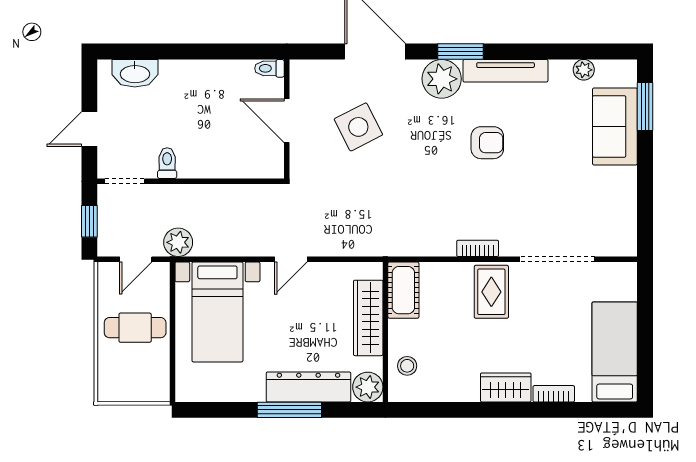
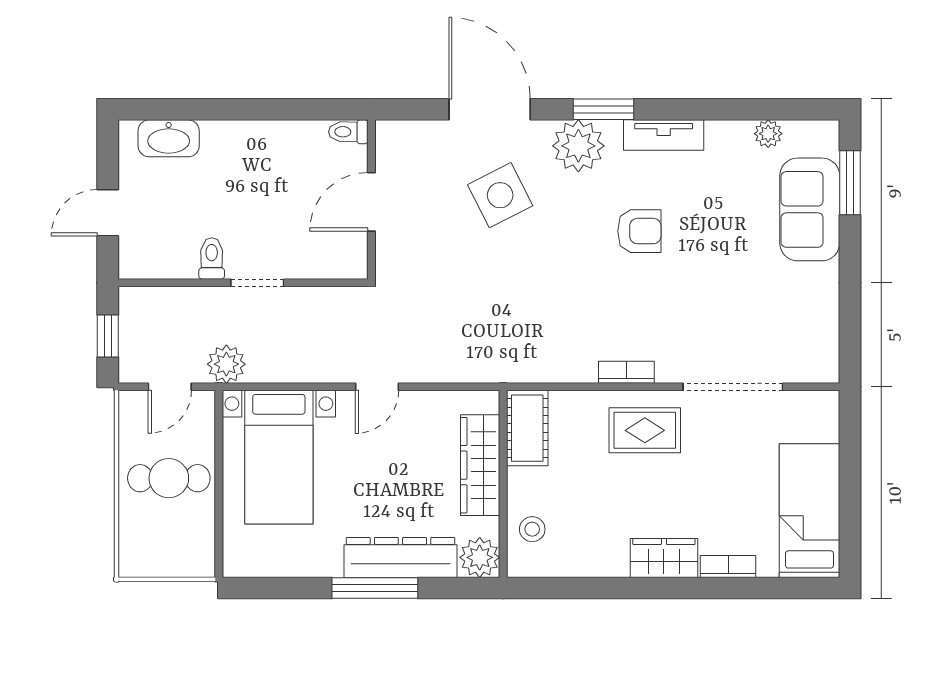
tv unit: (506, 71) -> (664, 135), width x0.71
door: (287, 121) -> (371, 202), hinge flipped
side table: (358, 127) -> (500, 195), moved
doorway: (125, 181) -> (257, 283), moved
rug: (491, 292) -> (645, 430), turned 90

